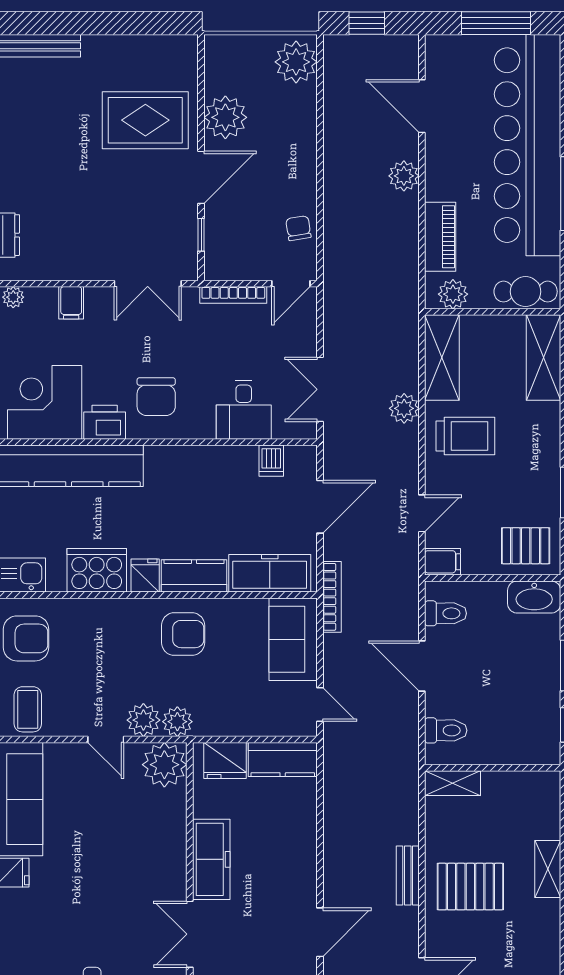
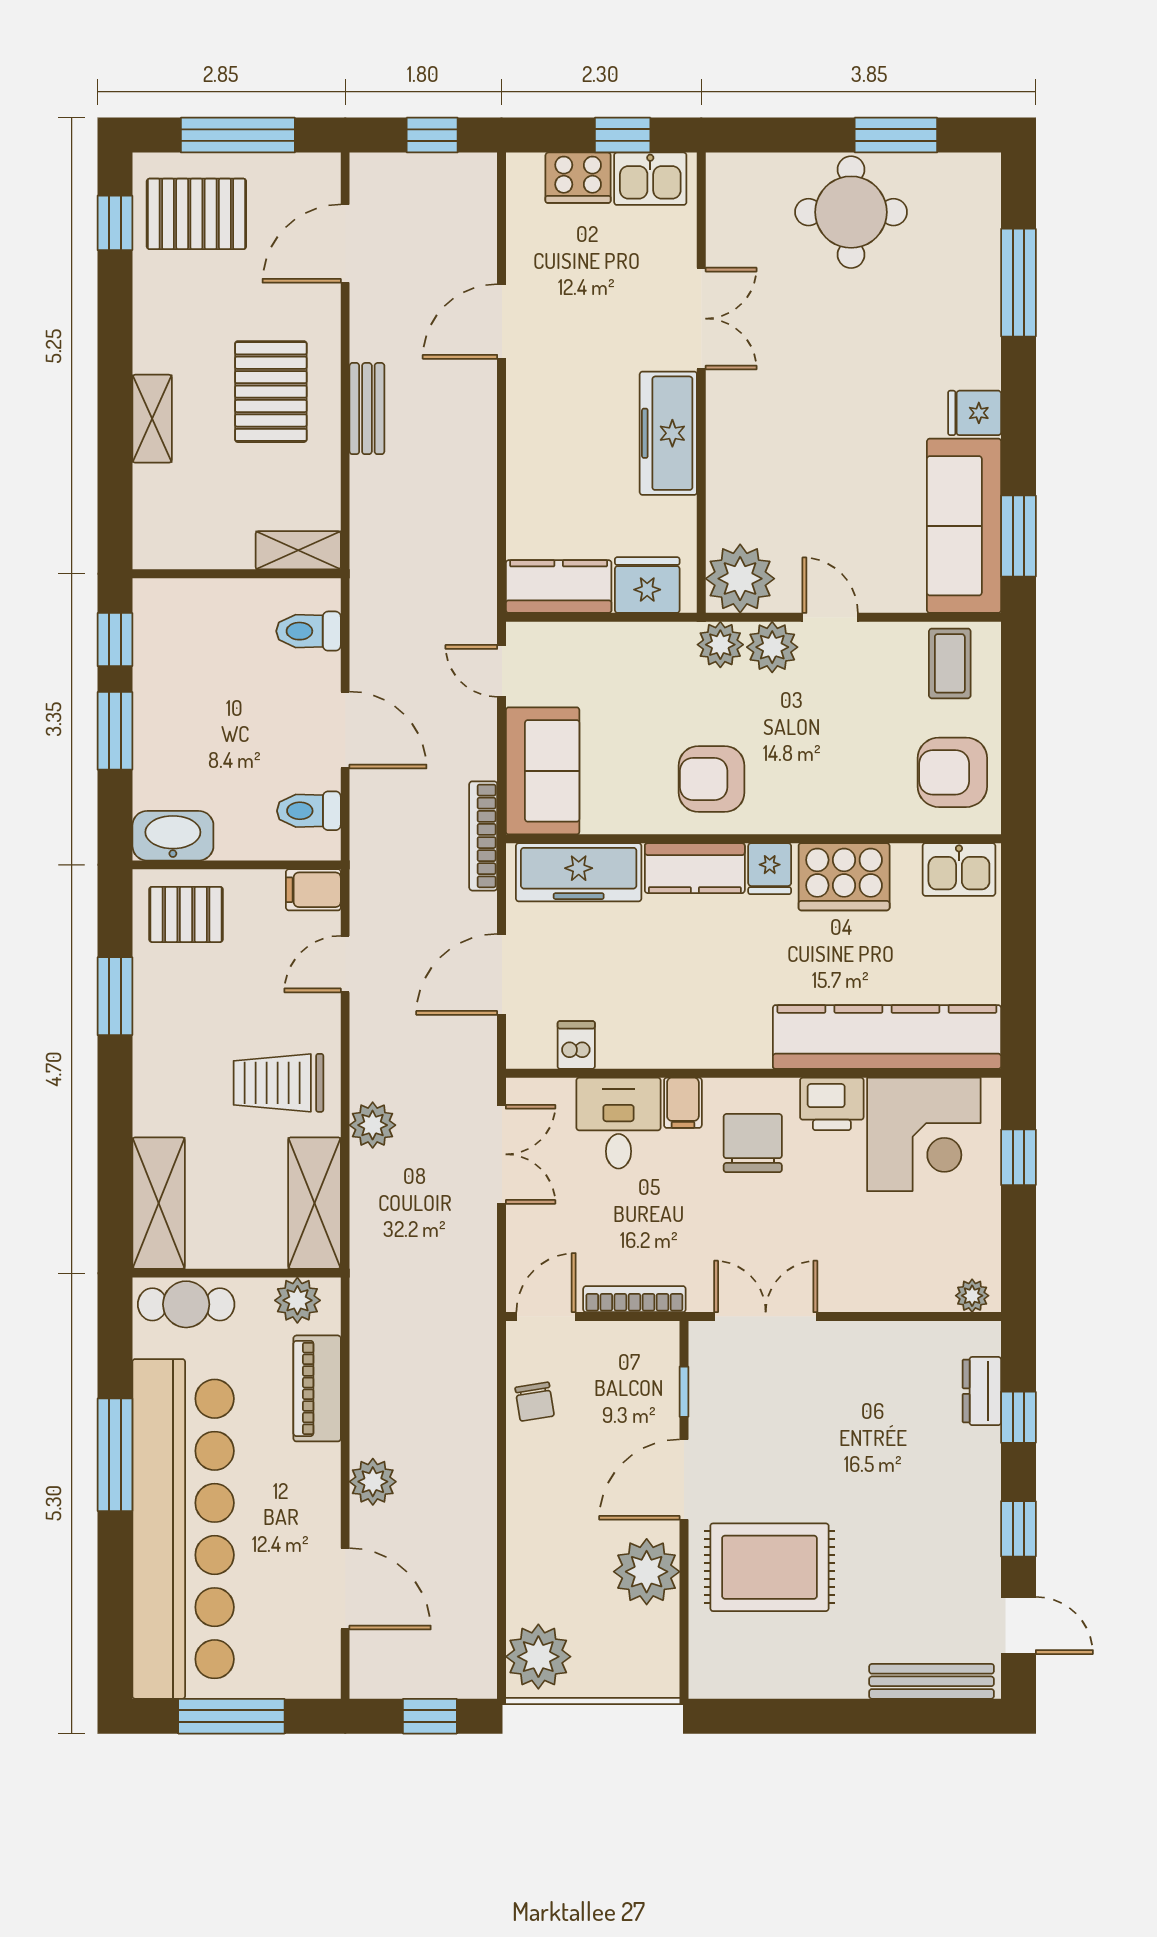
filing cabinet: (71, 303) -> (683, 1103), moved, turned 180
pallet: (470, 887) -> (271, 392), turned 90

